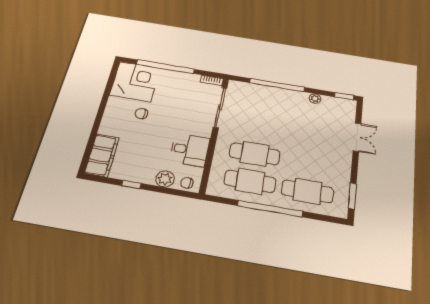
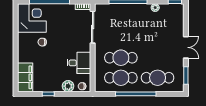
double door: (357, 137) -> (186, 47), moved

